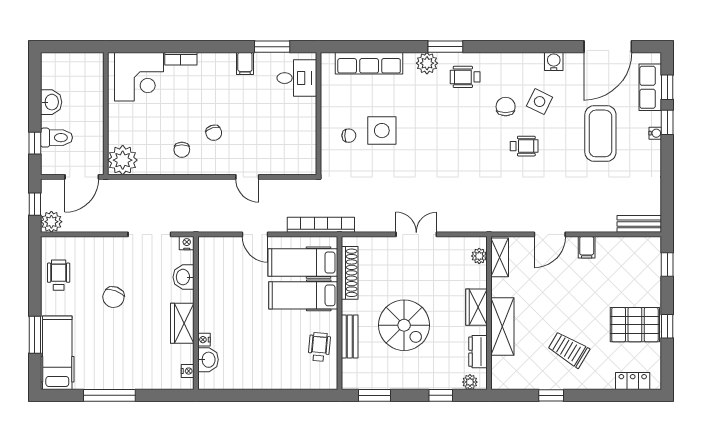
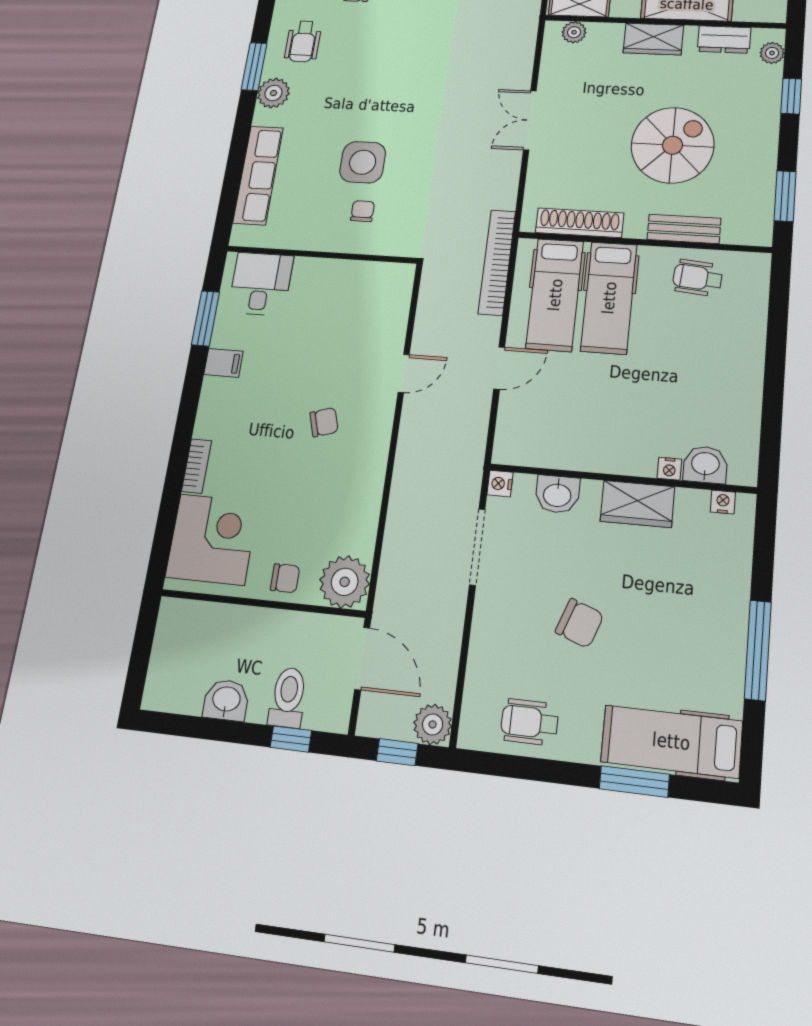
chair: (182, 150) -> (285, 578), moved

